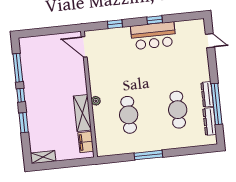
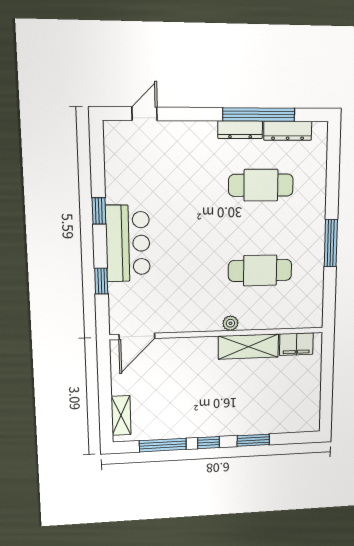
bar counter: (153, 36) -> (128, 243), moved
shelving: (43, 157) -> (121, 416), moved

